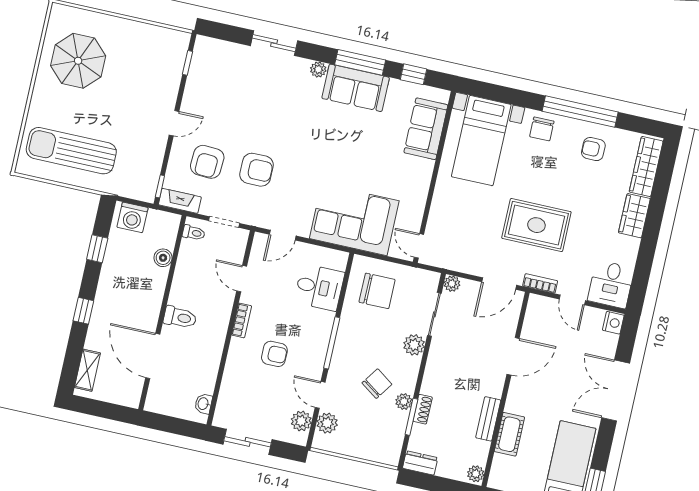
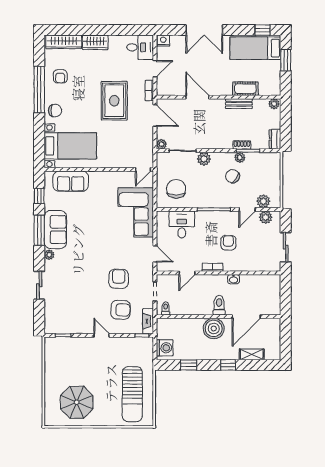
boiler: (163, 258) -> (214, 328), moved, width x1.86, depth x1.86
shelving: (87, 370) -> (252, 354), moved
washbasin: (203, 404) -> (234, 279), moved

